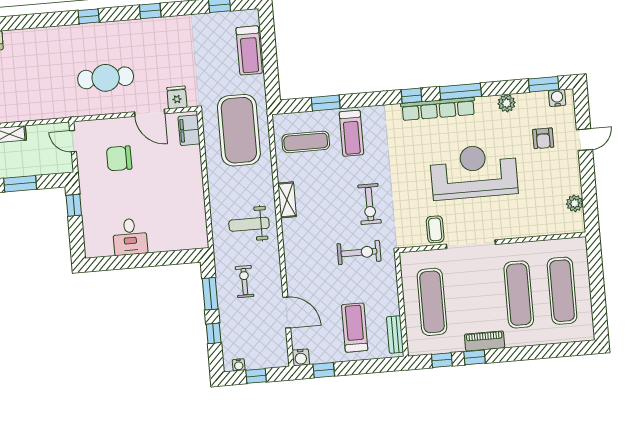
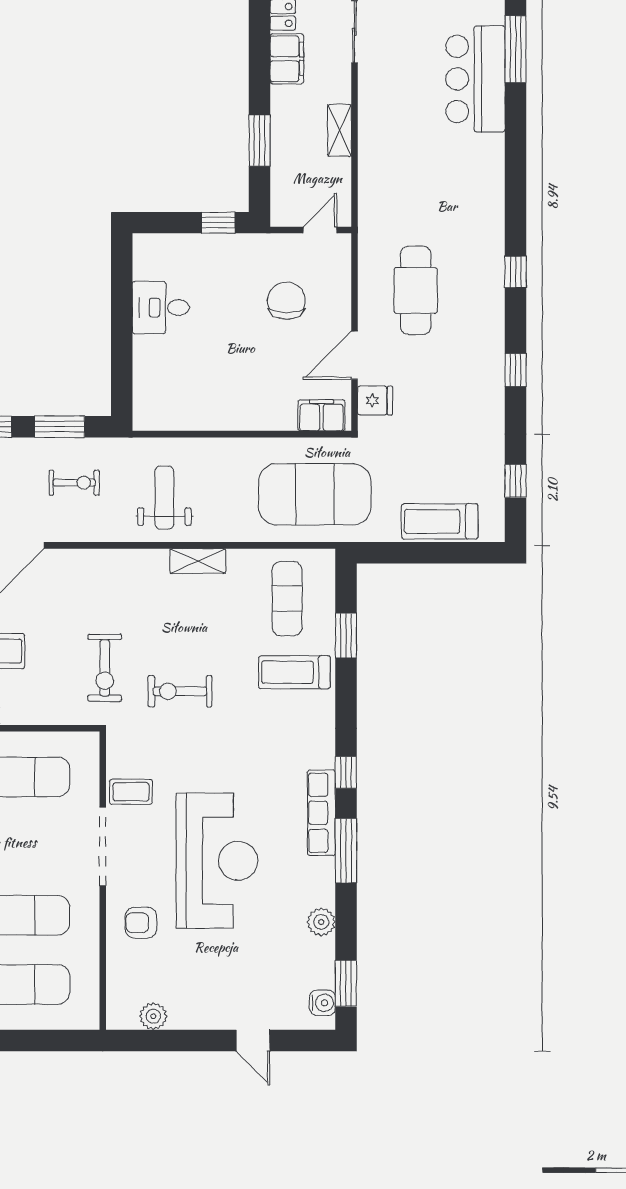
row of seats: (438, 109) -> (321, 813), width x0.73
armchair: (543, 138) -> (141, 923), moved

